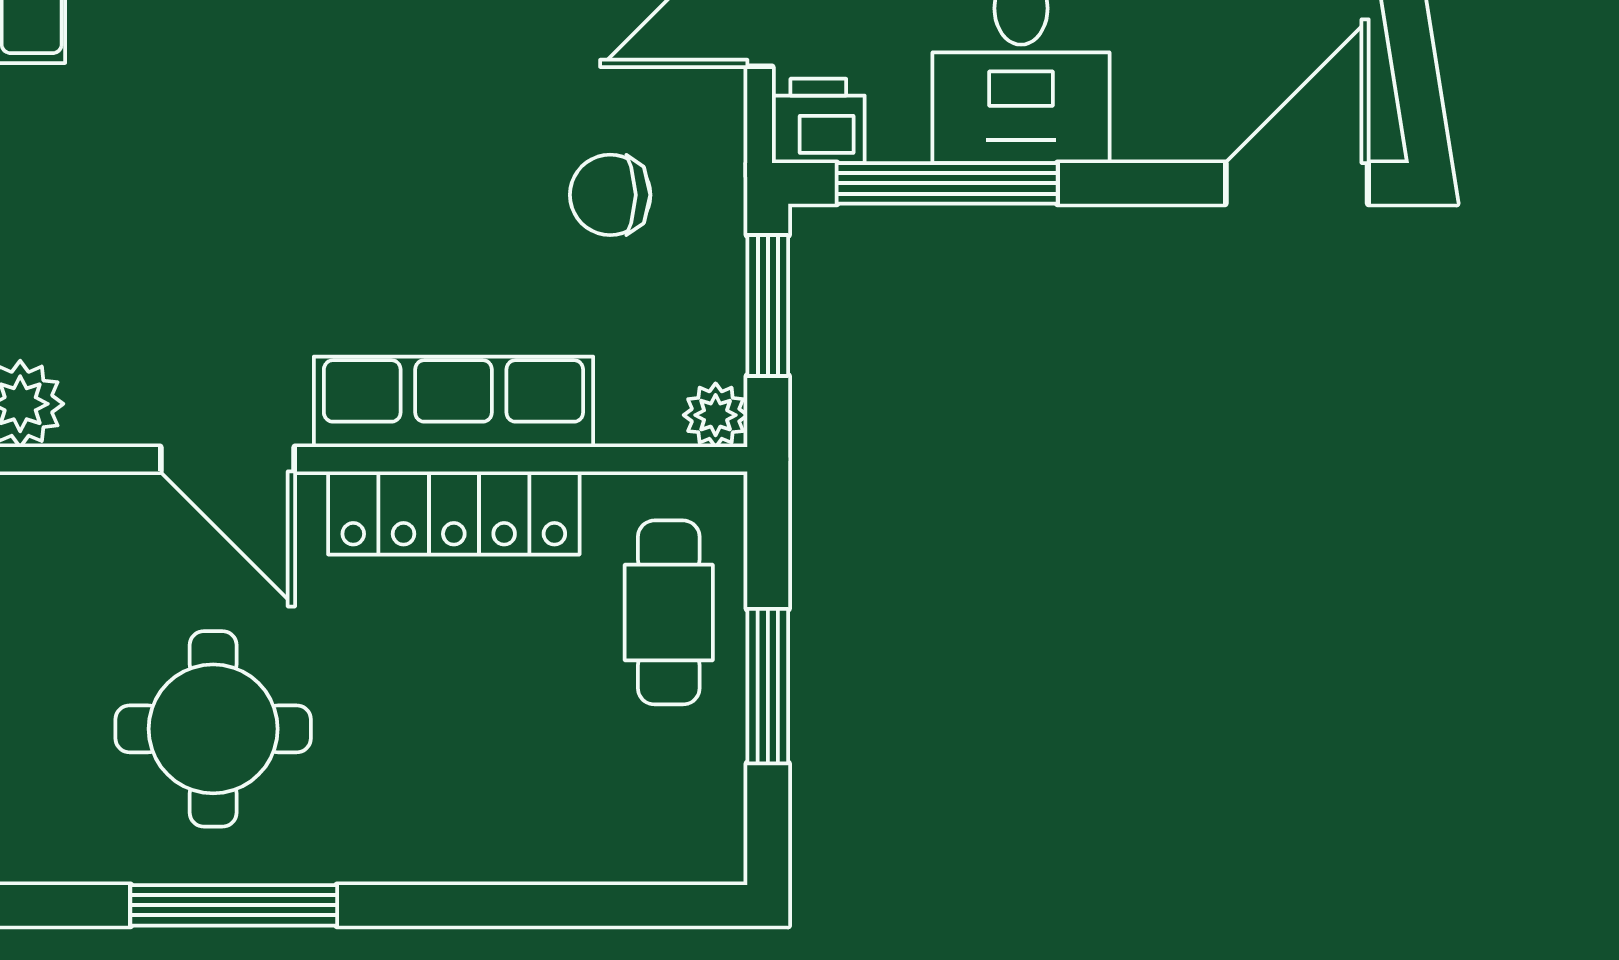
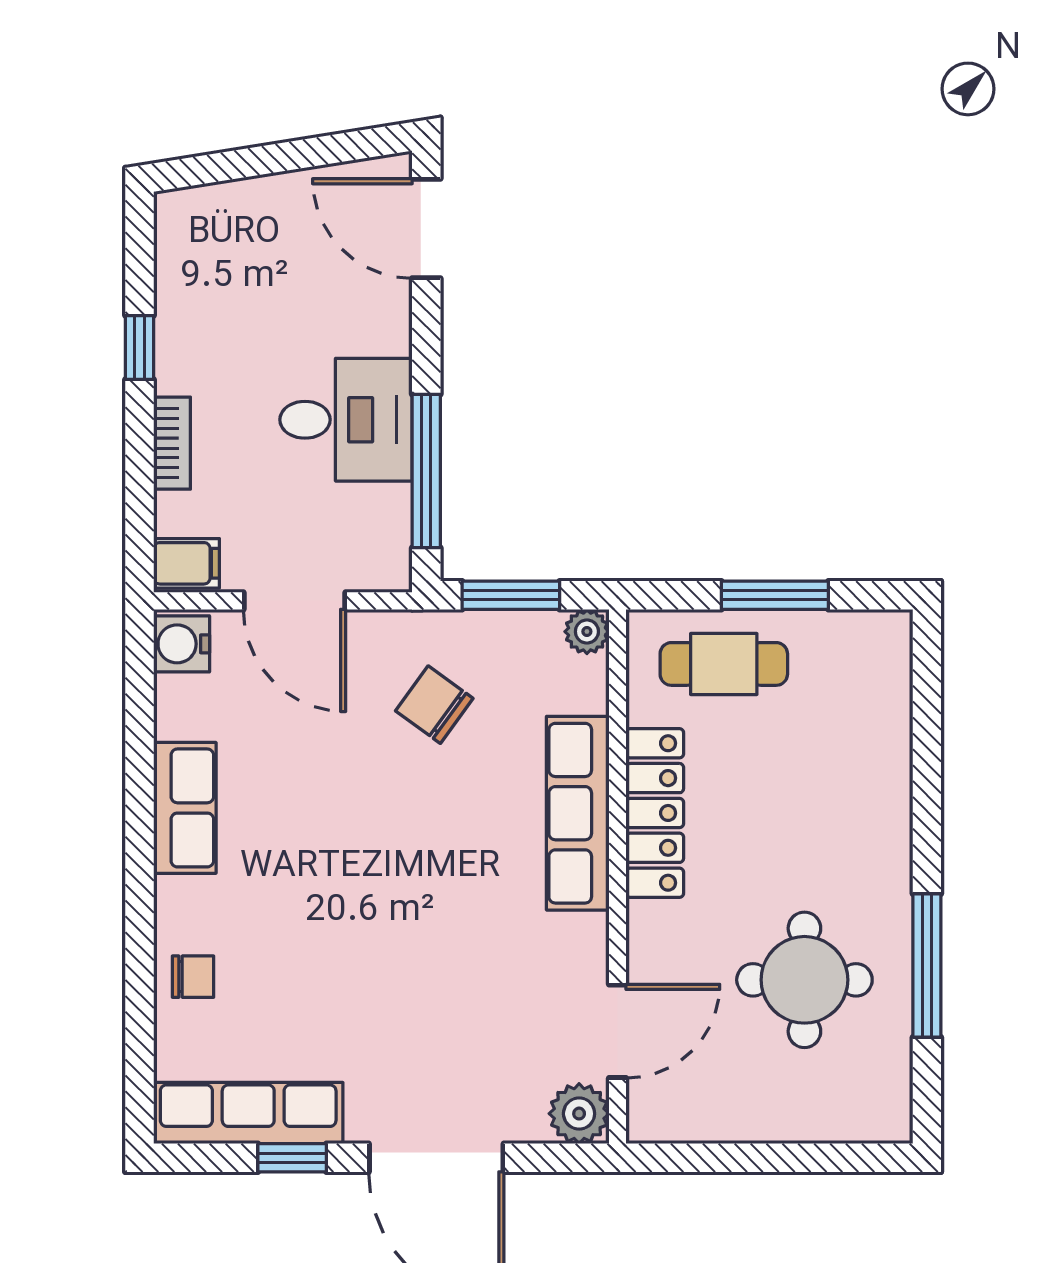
printer: (818, 121) -> (383, 560), removed
chair: (610, 195) -> (434, 705), turned 126
door: (227, 459) -> (618, 1031), moved

